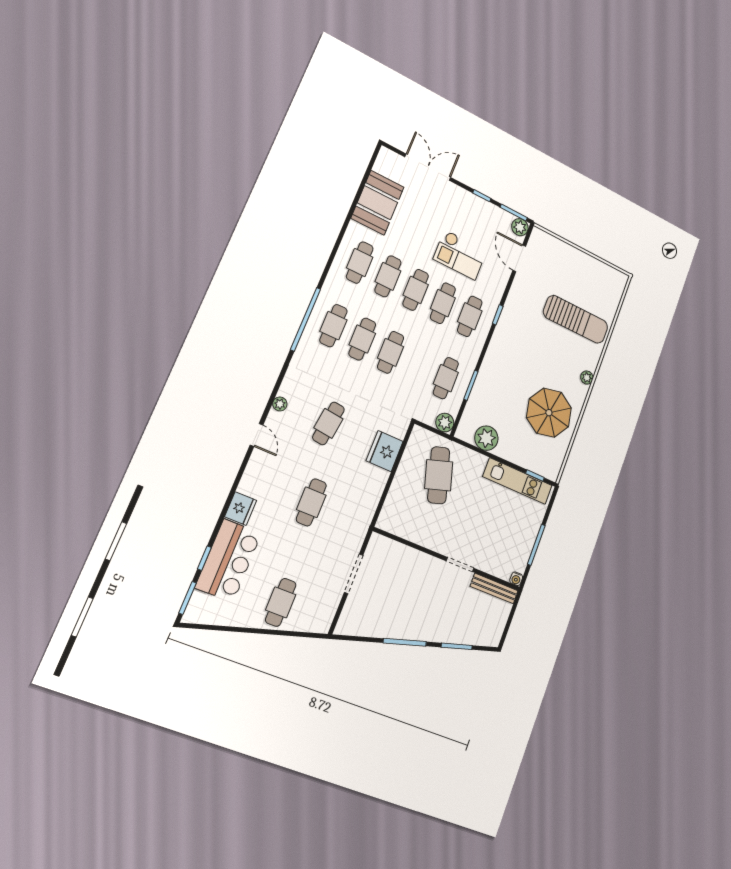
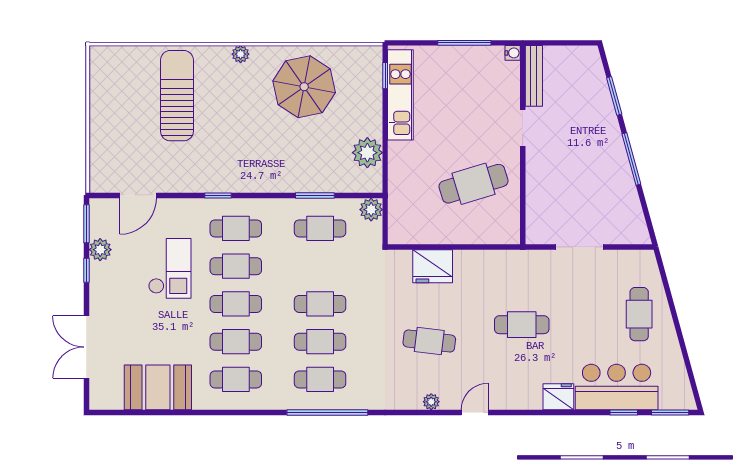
plant: (520, 227) -> (100, 250), moved
cafe table: (439, 475) -> (474, 184), moved
cafe table: (281, 602) -> (639, 314), turned 90

